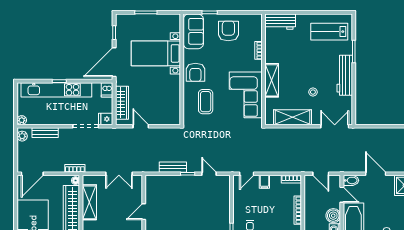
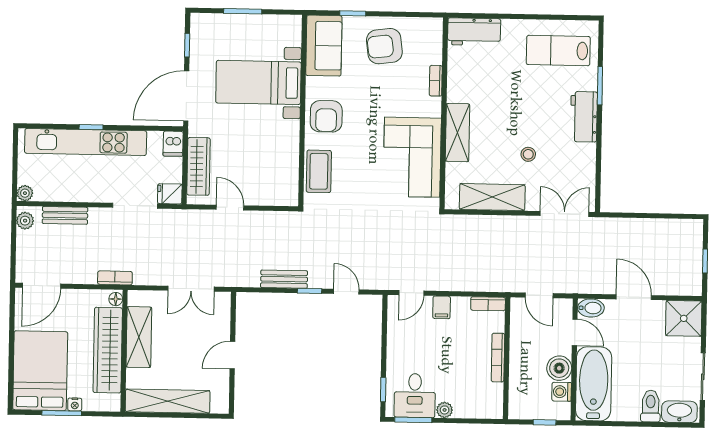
armchair: (228, 31) -> (384, 46), turned -97
workbench: (345, 75) -> (584, 117), width x0.73
coffee table: (206, 102) -> (319, 171), moved

